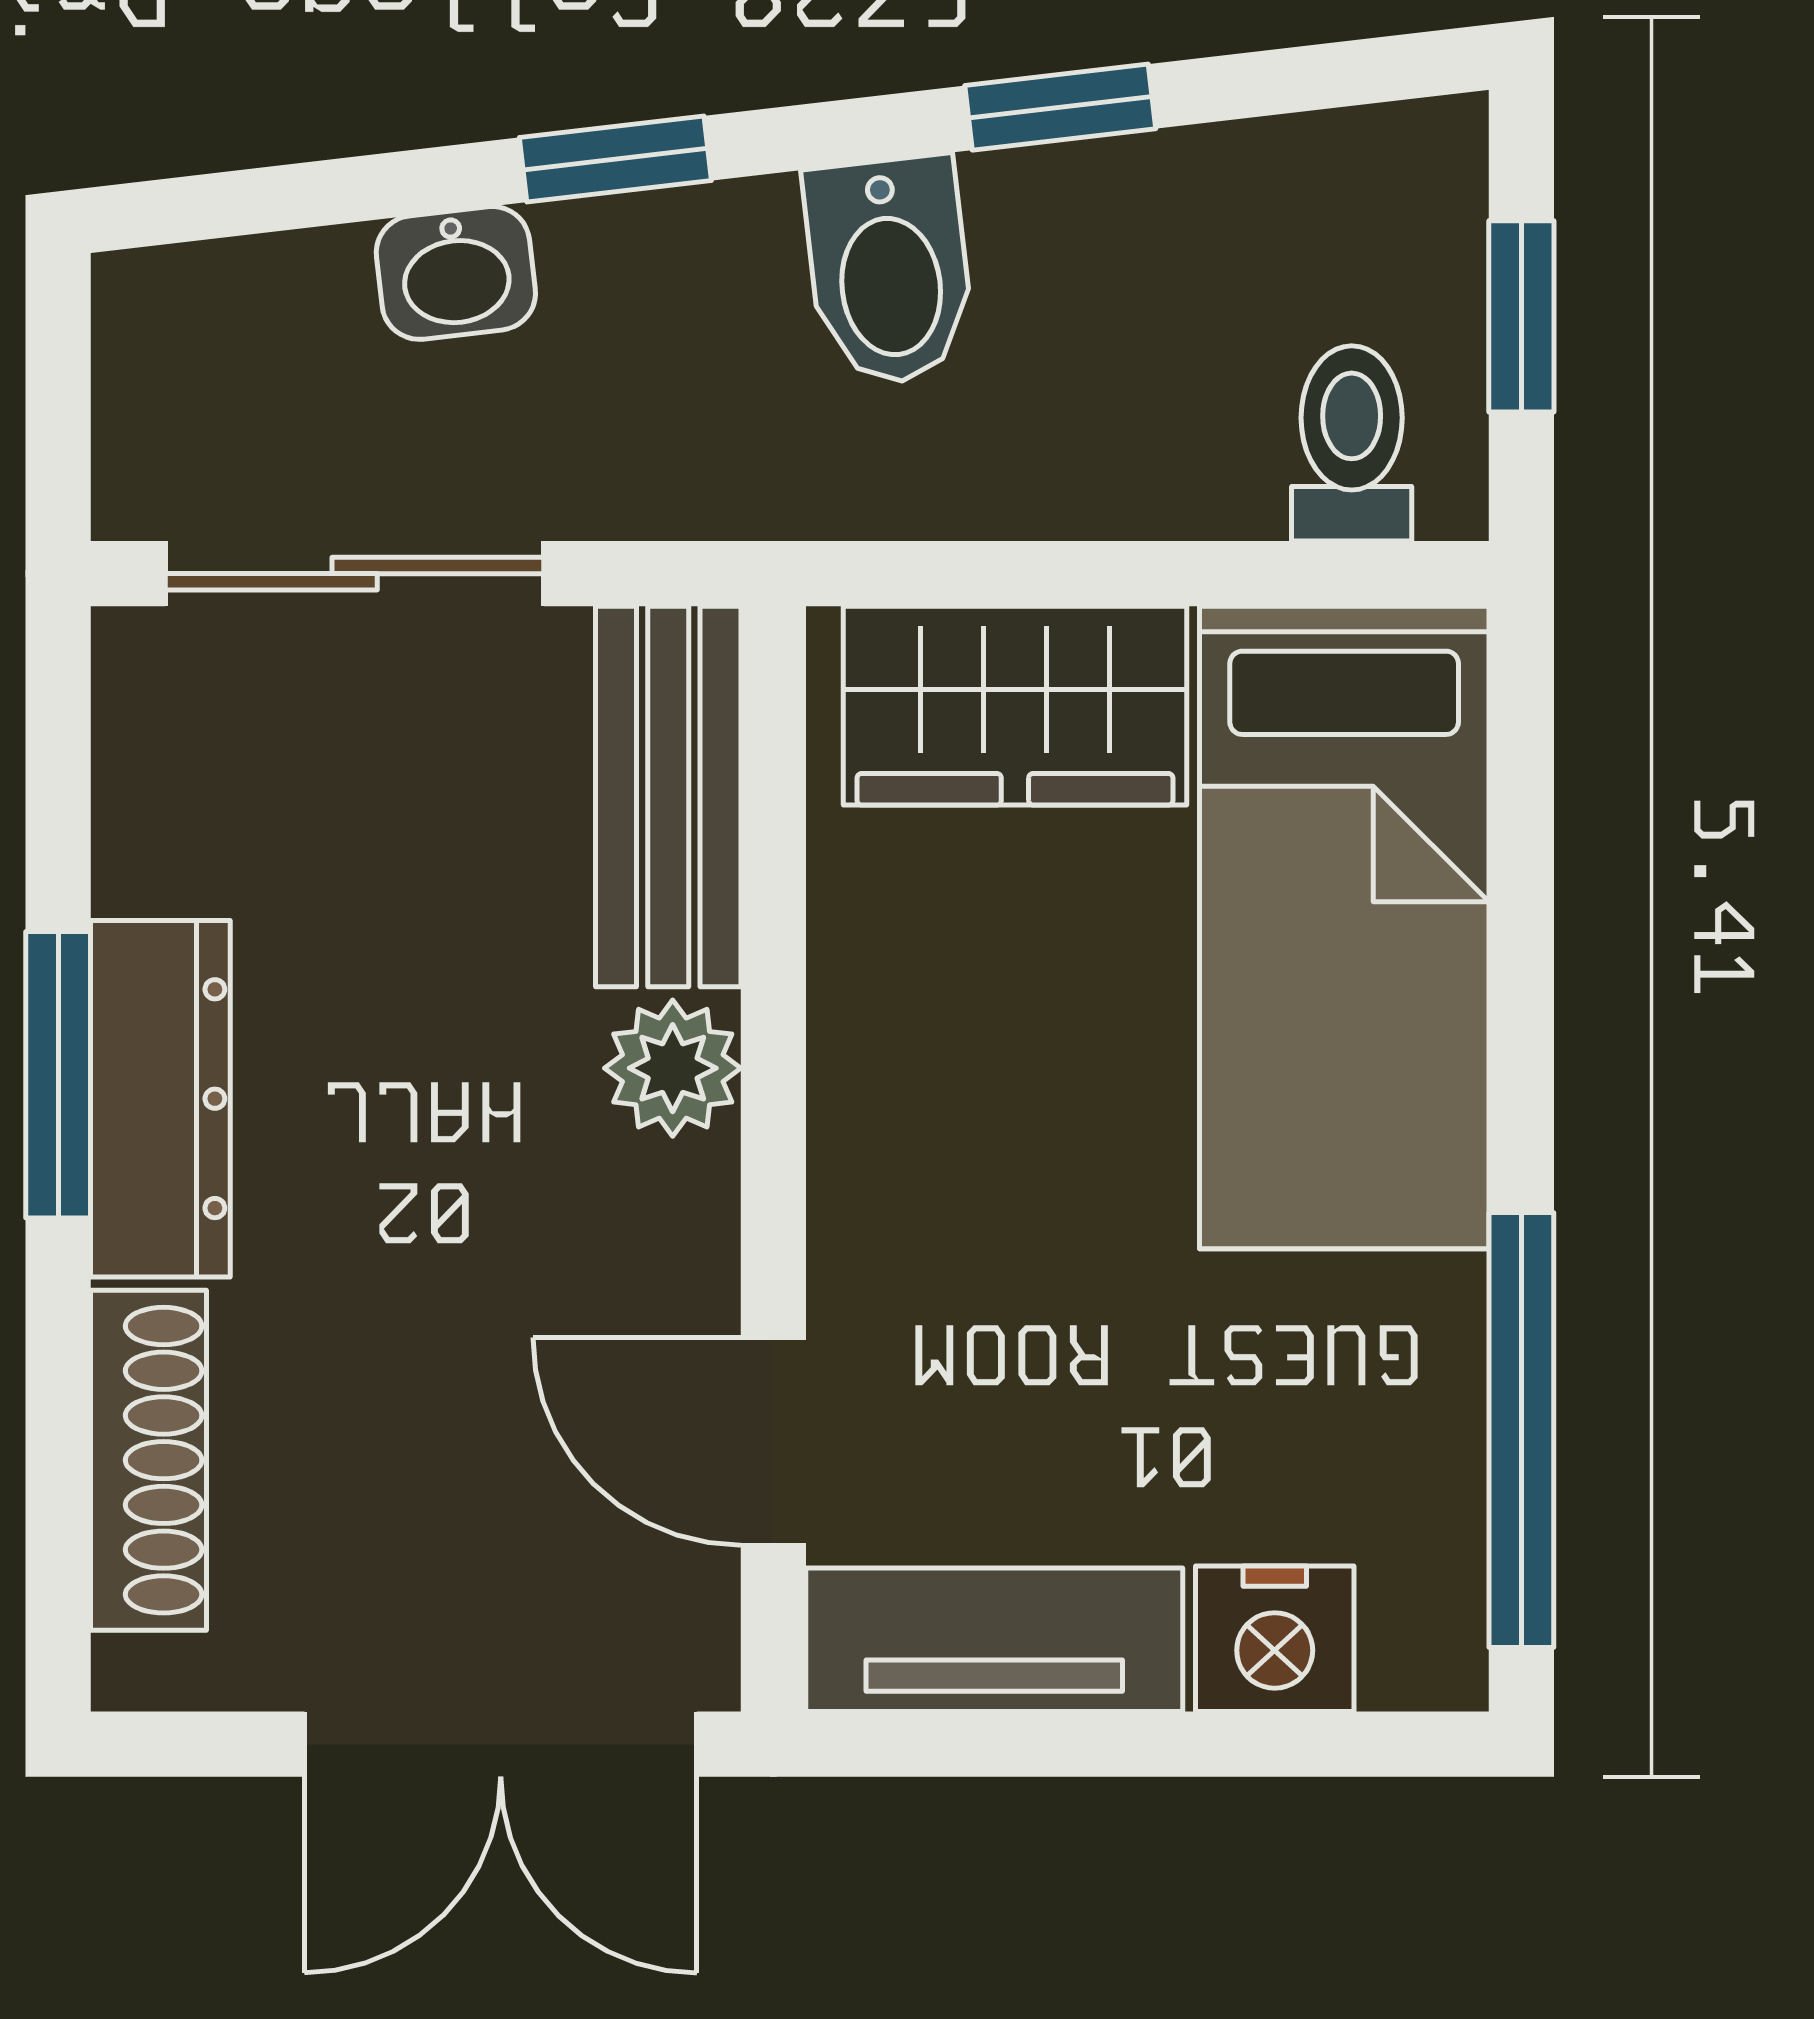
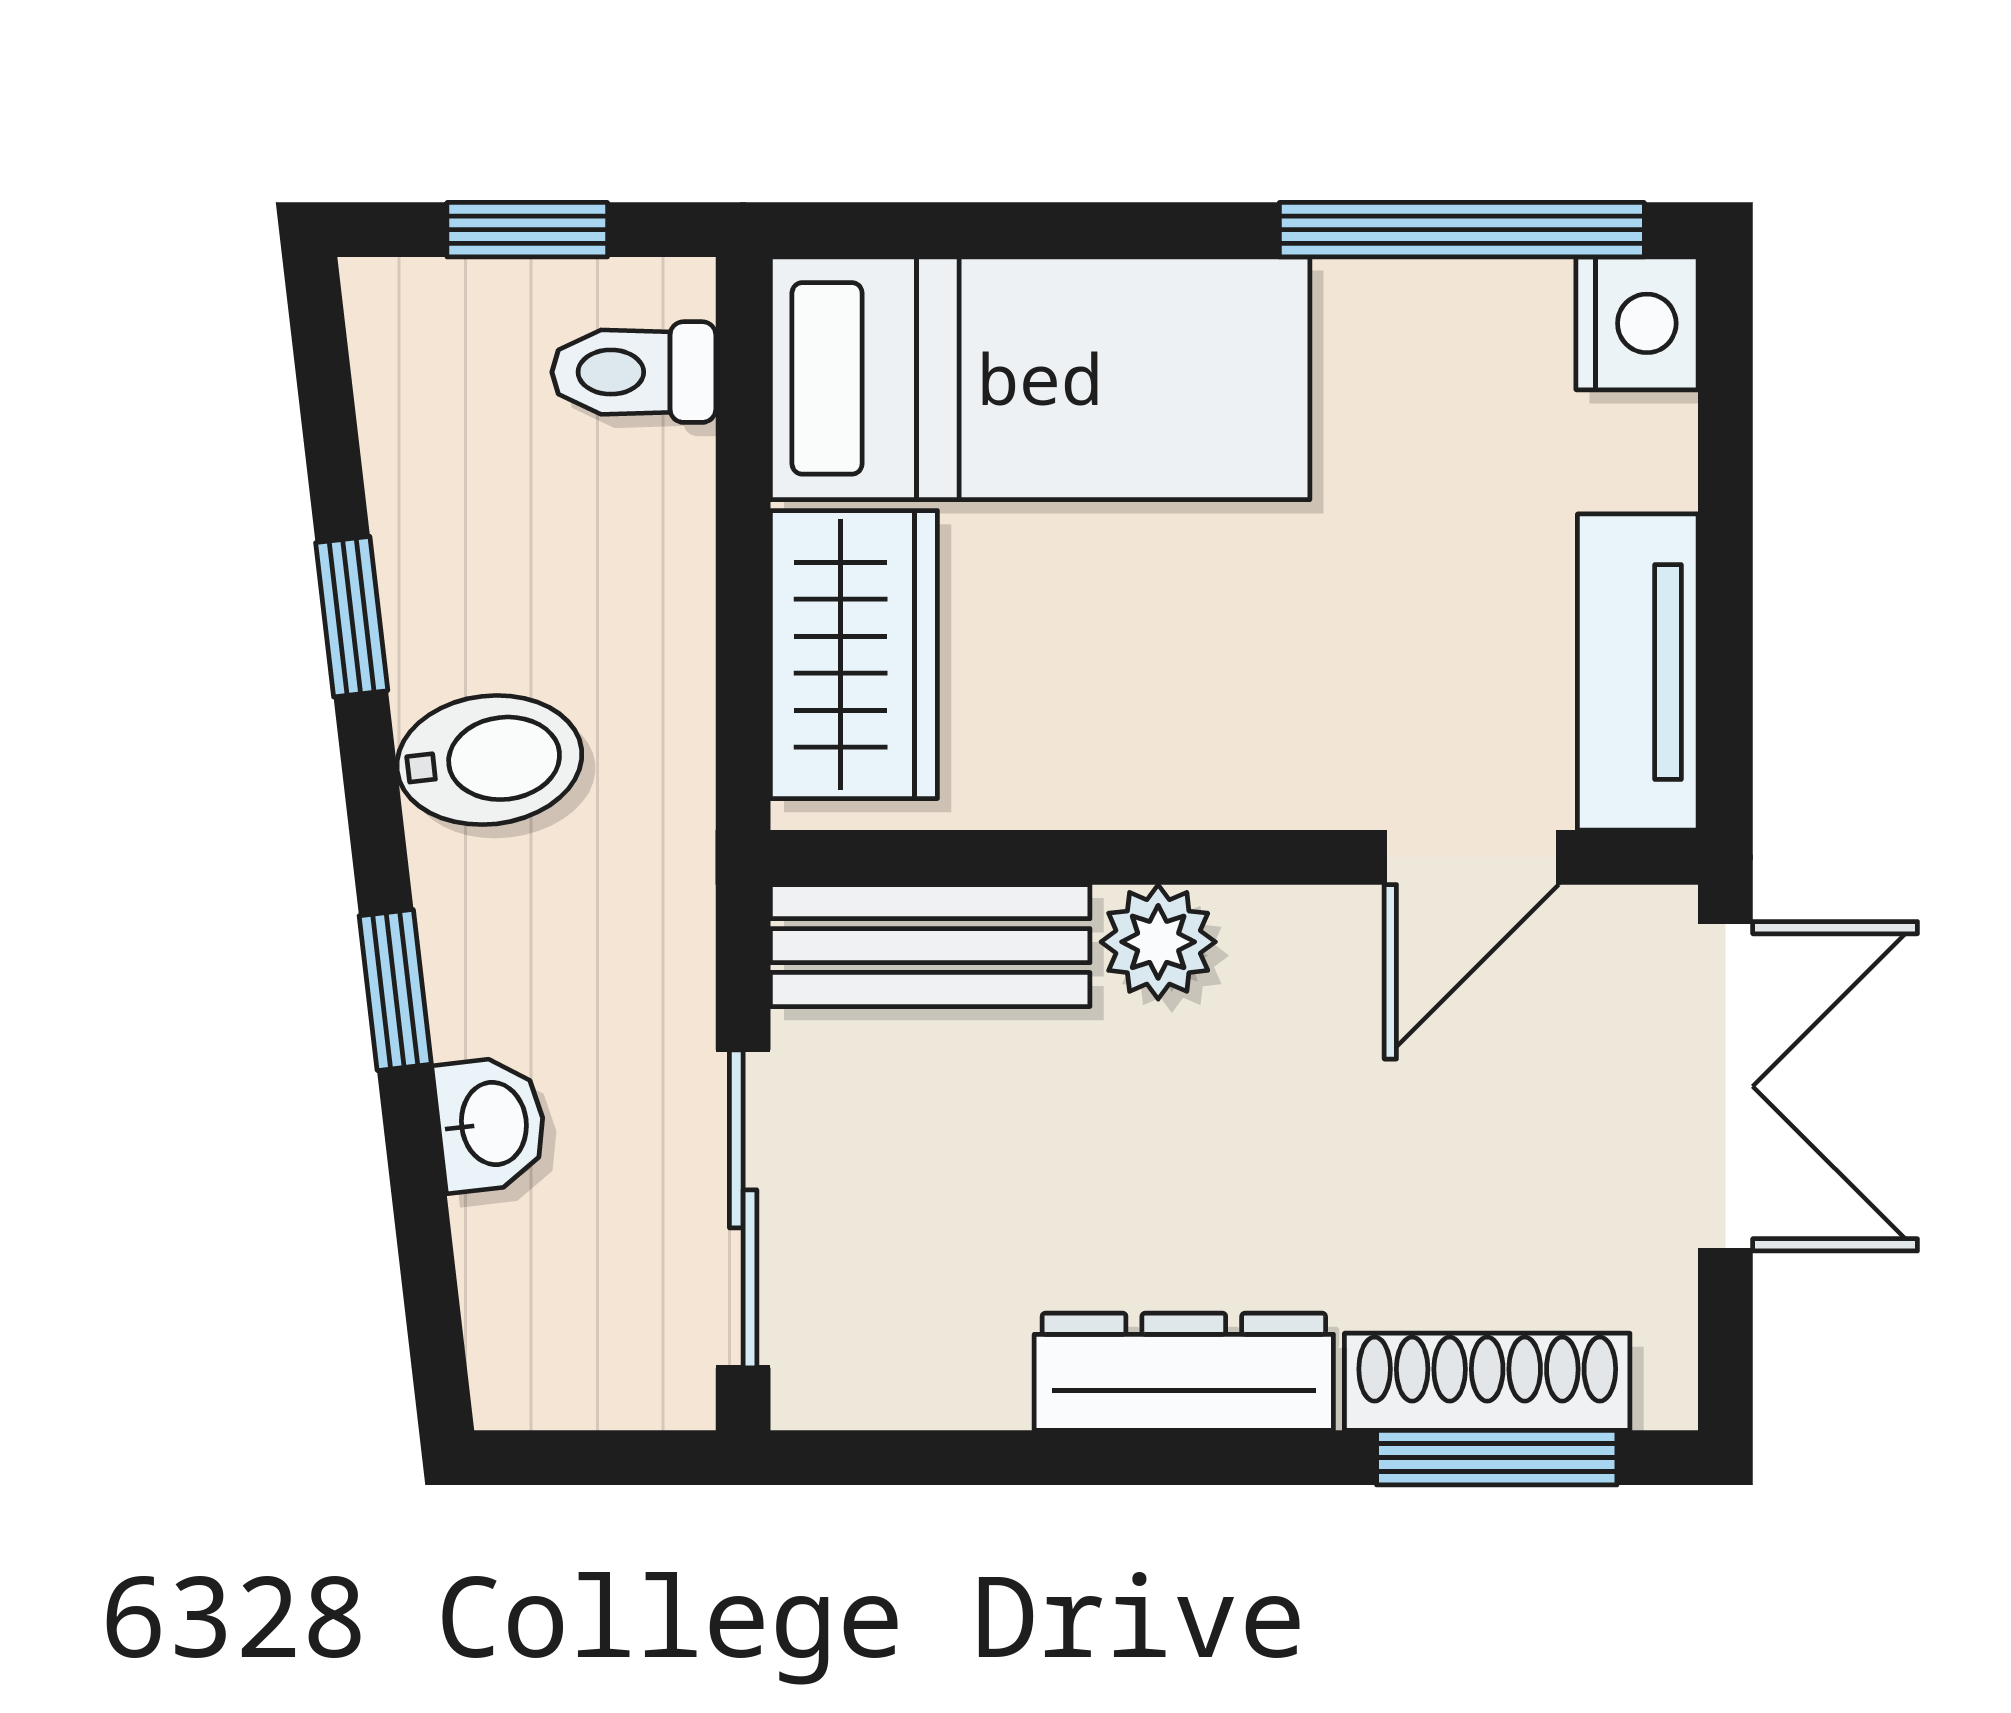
window: (58, 1075) -> (1497, 1458), moved
nightstand: (1275, 1639) -> (1637, 323), moved

